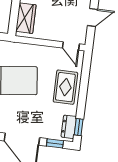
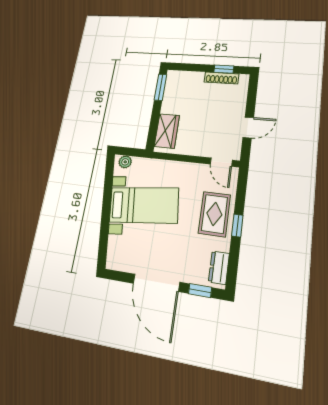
window: (79, 127) -> (237, 226), moved

